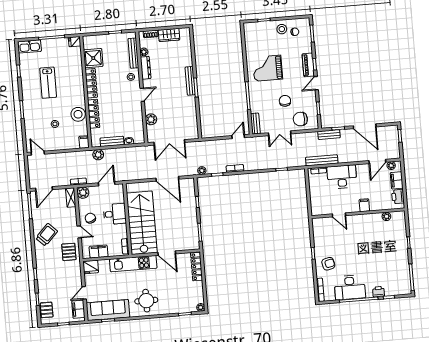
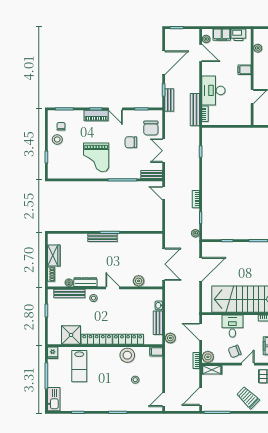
lab bench: (48, 83) -> (79, 366), moved, turned 90
double door: (280, 133) -> (164, 151), swing flipped
door: (44, 189) -> (201, 396), swing flipped

